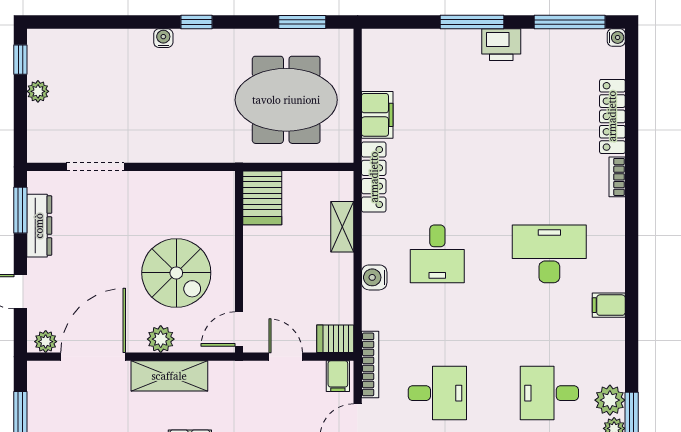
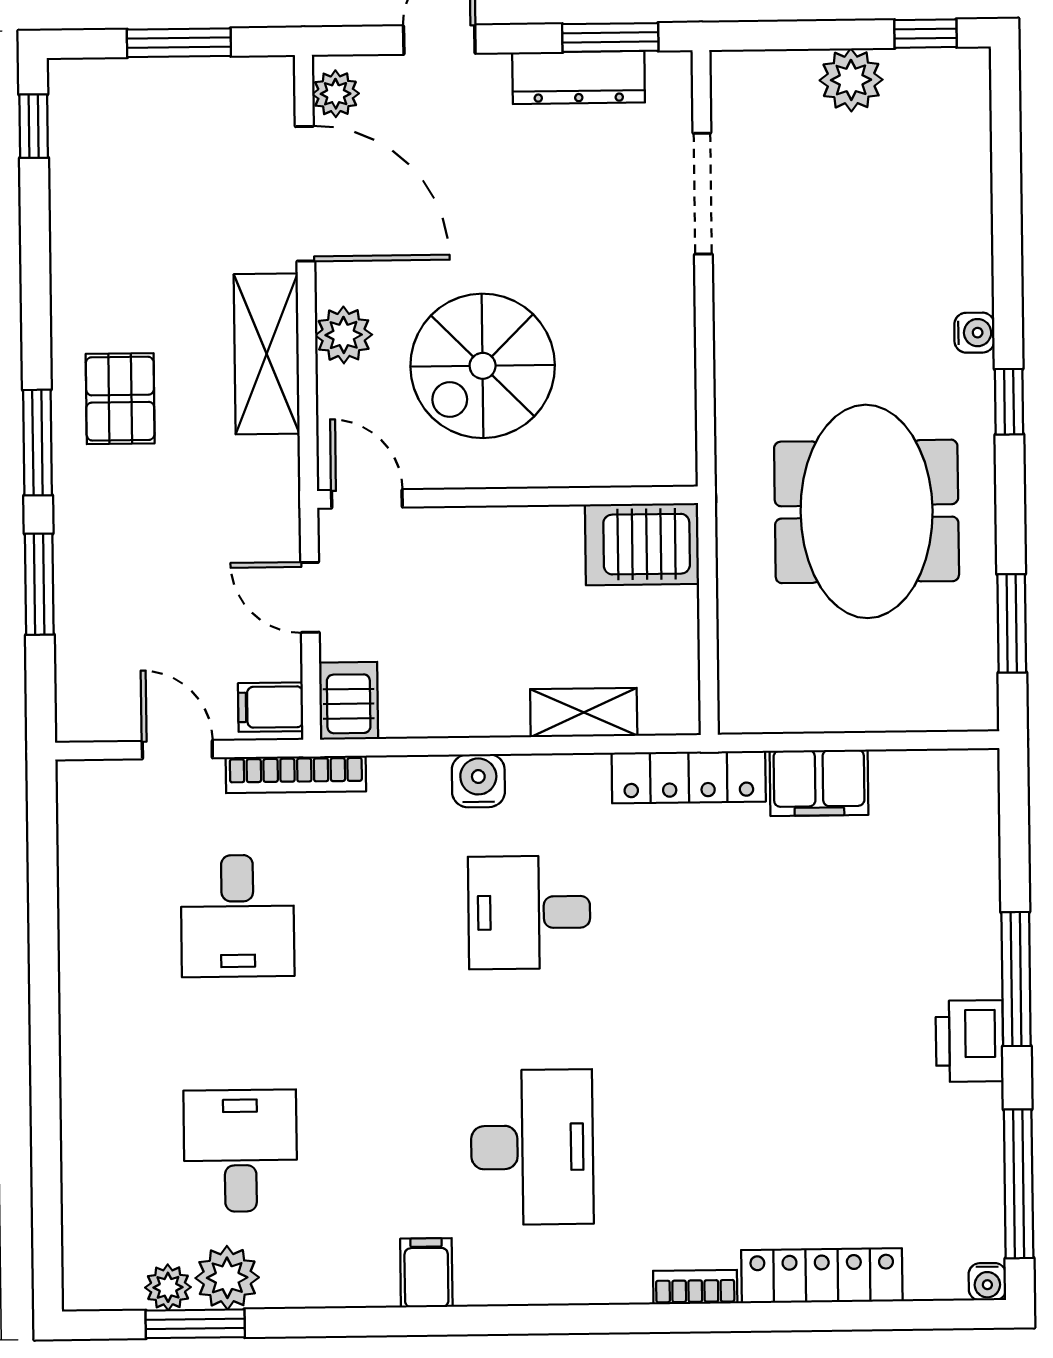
plant: (38, 91) -> (851, 80), width x1.38, depth x1.38
meeting table: (286, 100) -> (867, 511), moved
door: (286, 357) -> (310, 597), swing flipped

